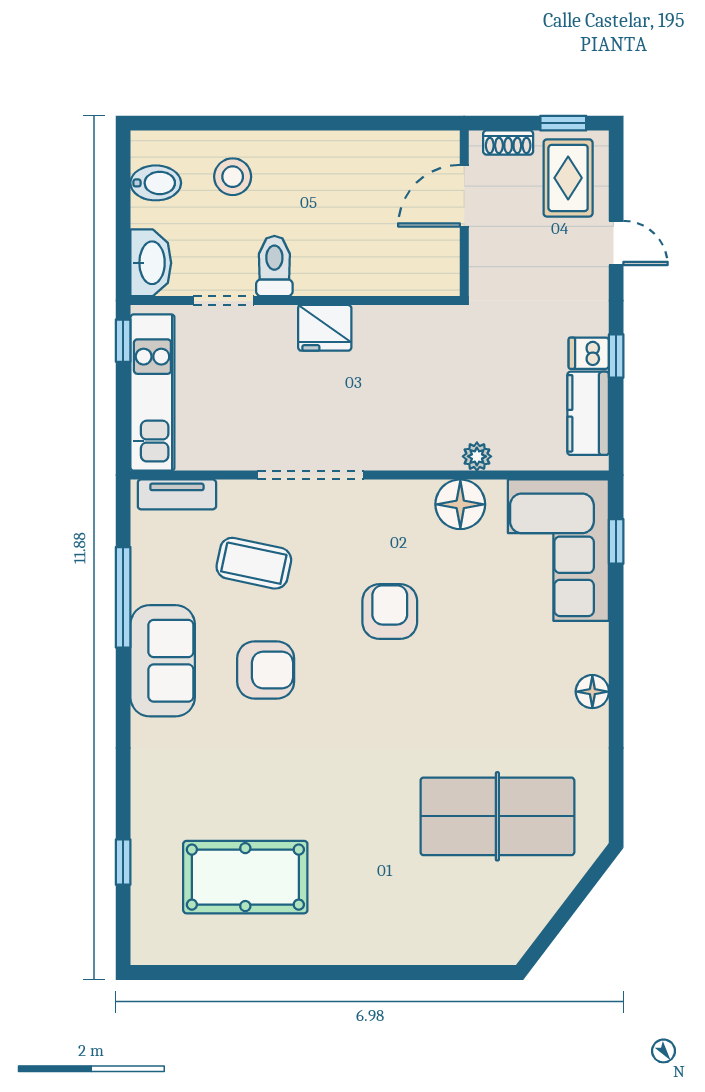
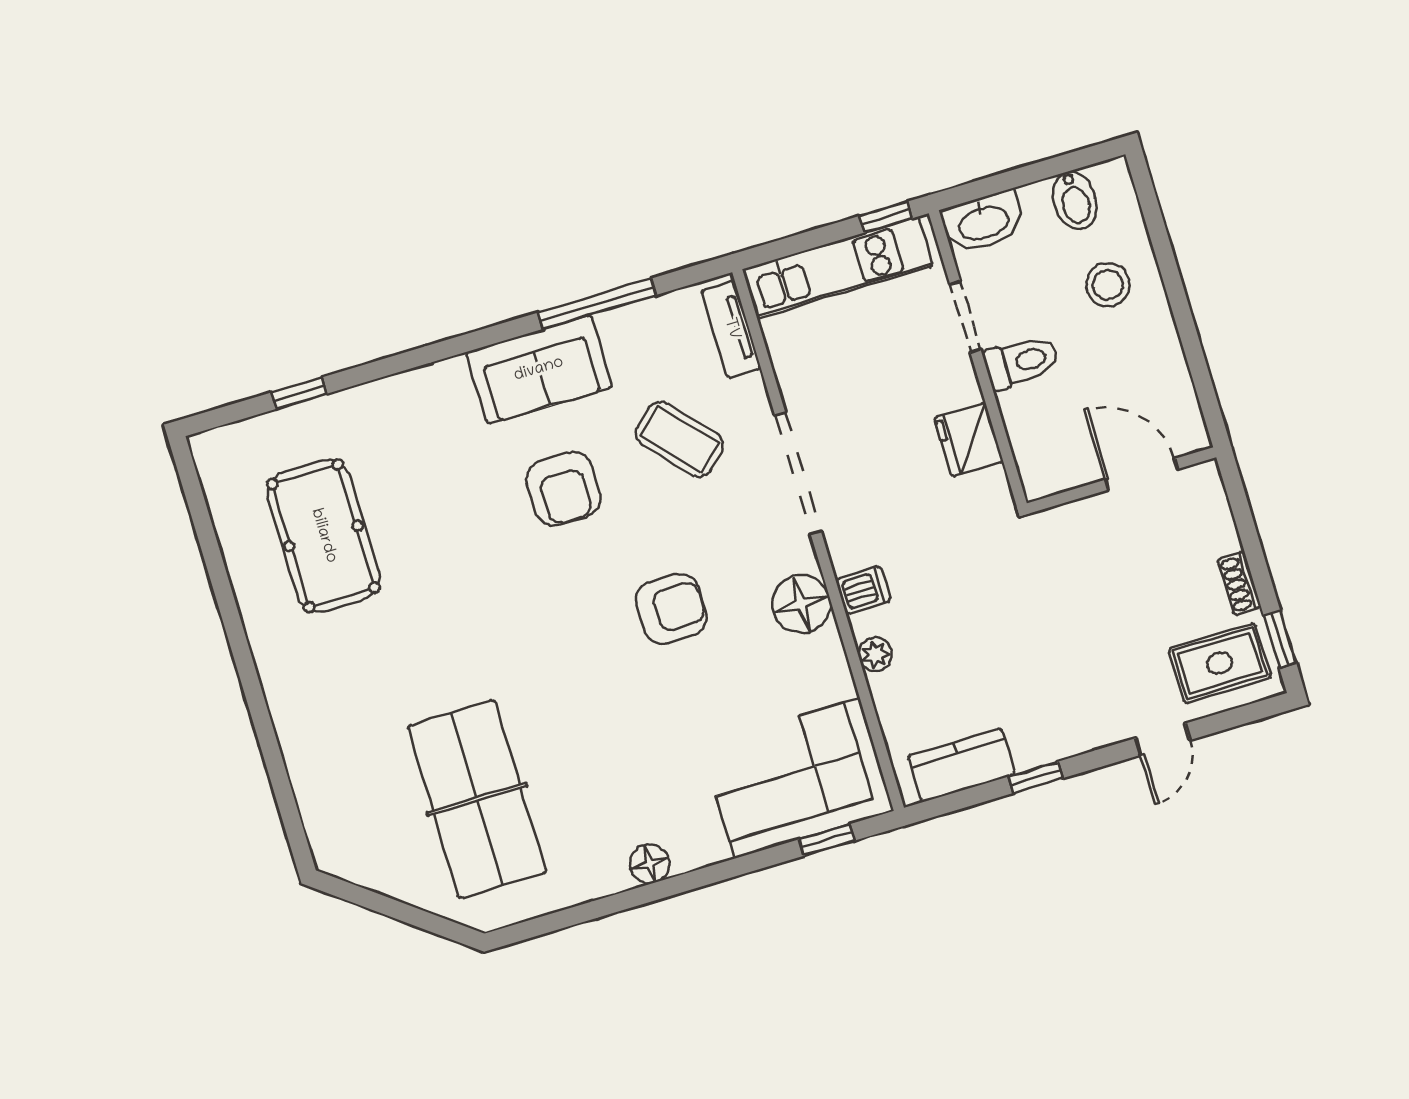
door: (464, 196) -> (1141, 474), moved
wall: (464, 213) -> (1121, 480), moved
dishwasher: (589, 353) -> (863, 590), moved, turned 90
floor lamp: (460, 504) -> (801, 604), moved
coffee table: (254, 563) -> (680, 439), turned -54

